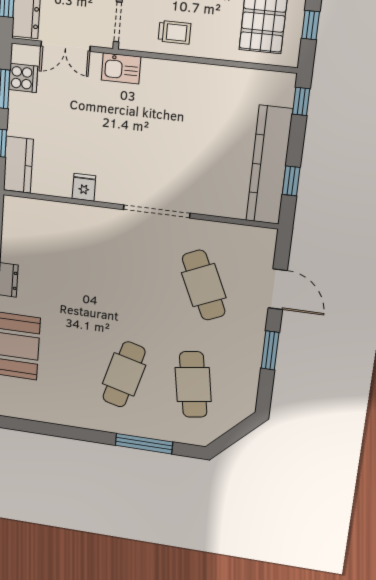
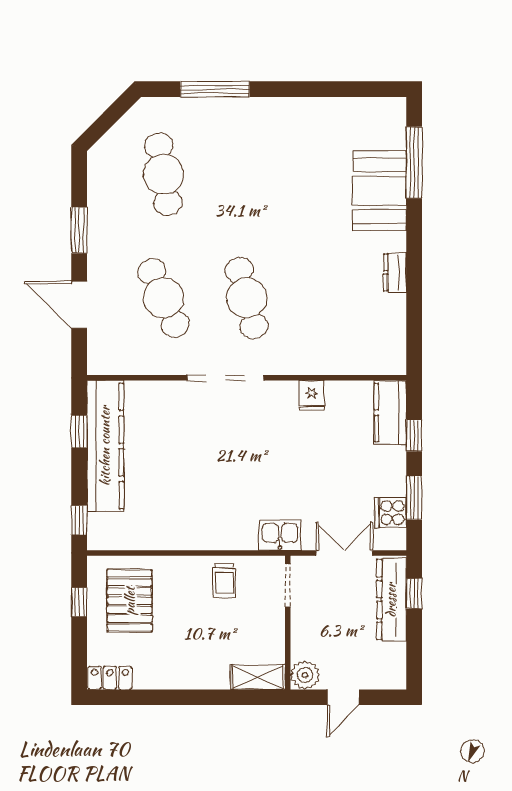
trolley: (174, 32) -> (224, 580), turned -90
cafe table: (124, 374) -> (247, 298), moved, turned -30

